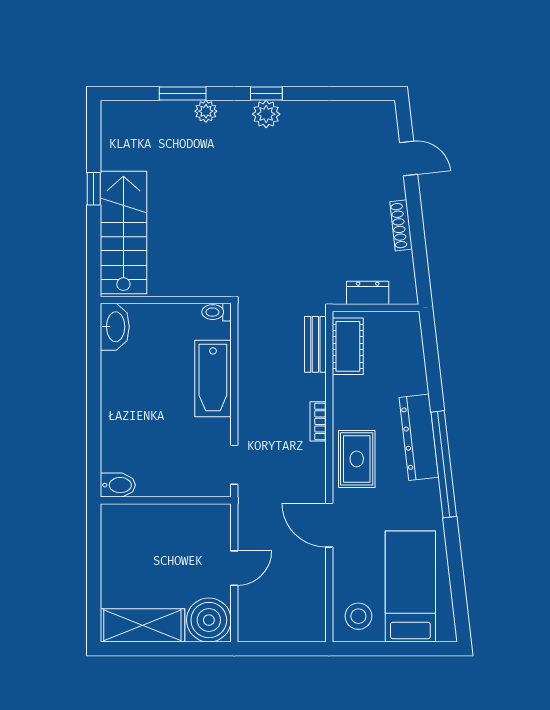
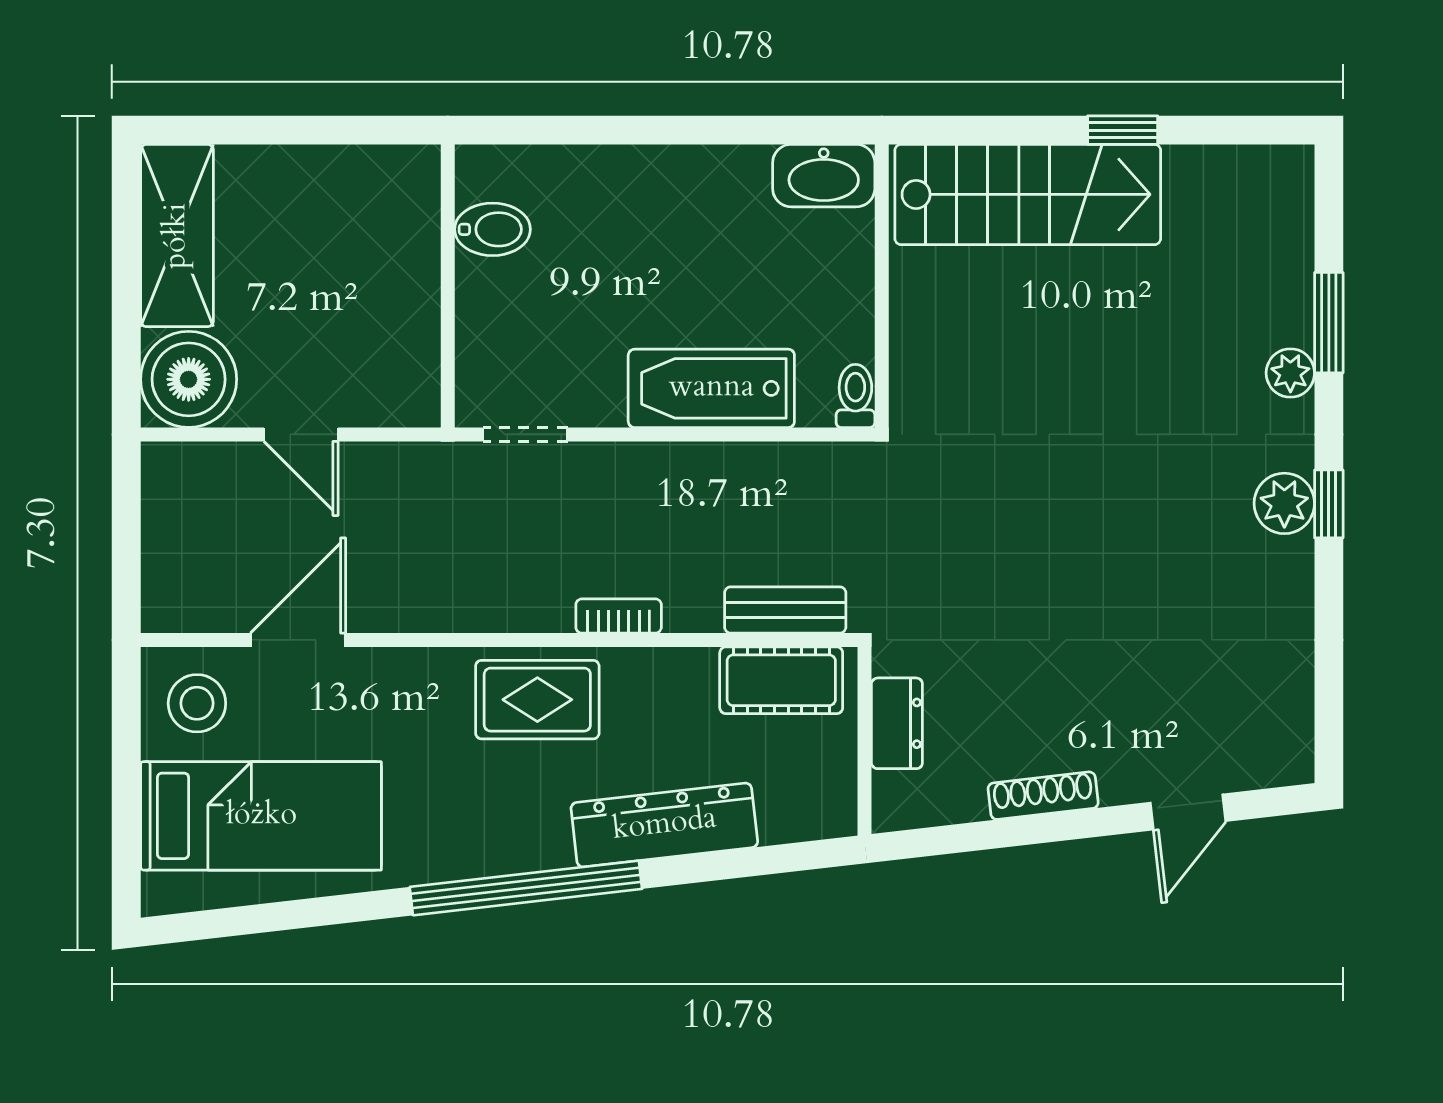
dresser: (419, 437) -> (664, 825), moved
bidet: (118, 485) -> (493, 229), moved, turned -90
door: (329, 525) -> (298, 640), moved

